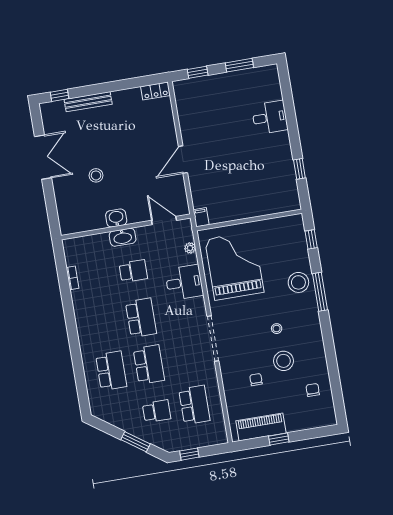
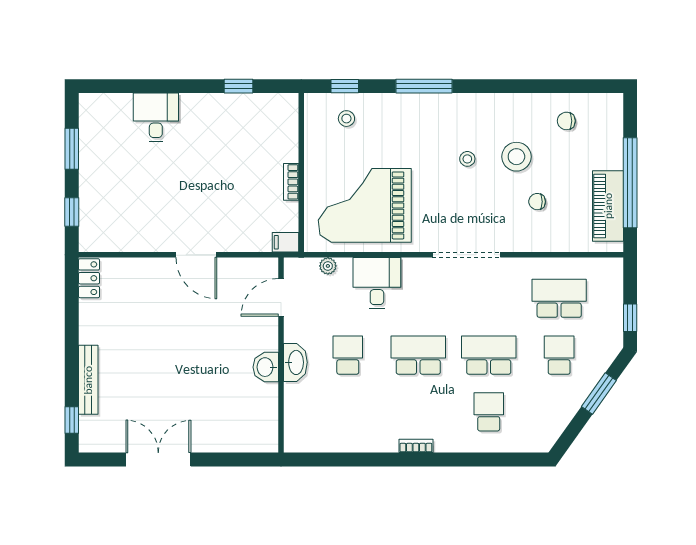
stool: (96, 175) -> (198, 386), removed
bookcase: (242, 214) -> (291, 182), added
bookcase: (72, 278) -> (416, 446), moved
stool: (298, 282) -> (346, 119), moved, width x0.53, depth x0.53
school desk: (111, 371) -> (489, 412), width x0.54
window: (279, 439) -> (630, 183), width x3.17

